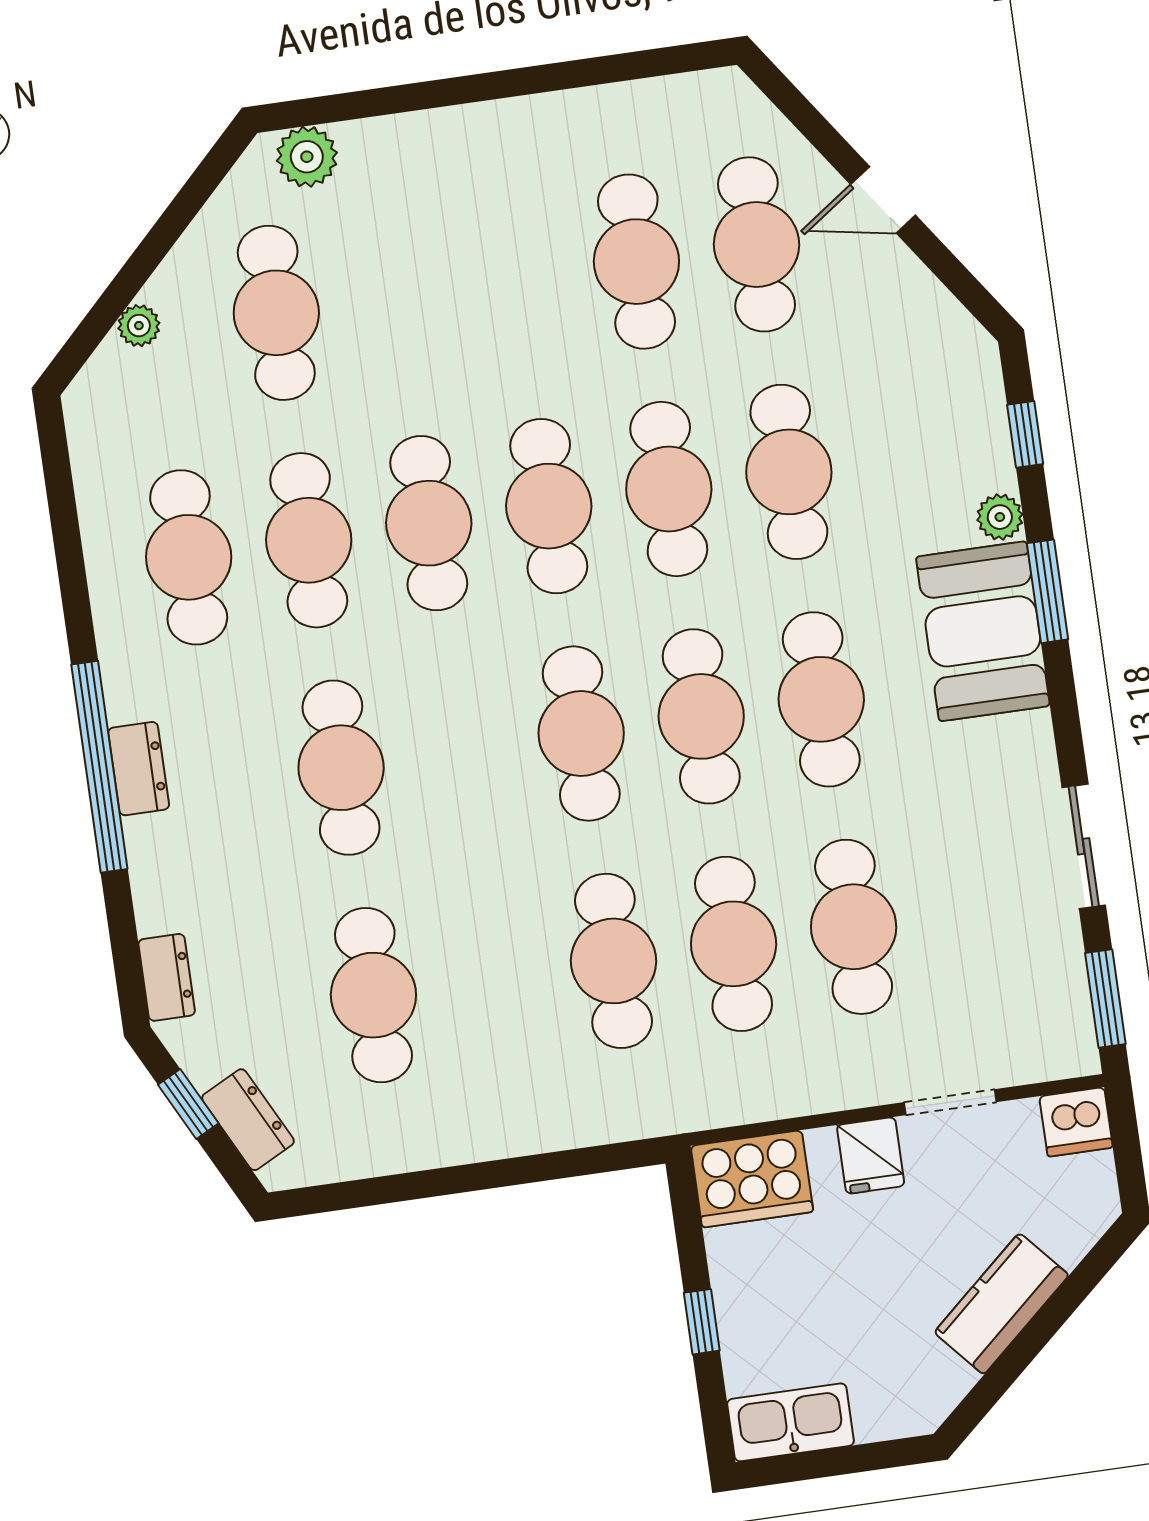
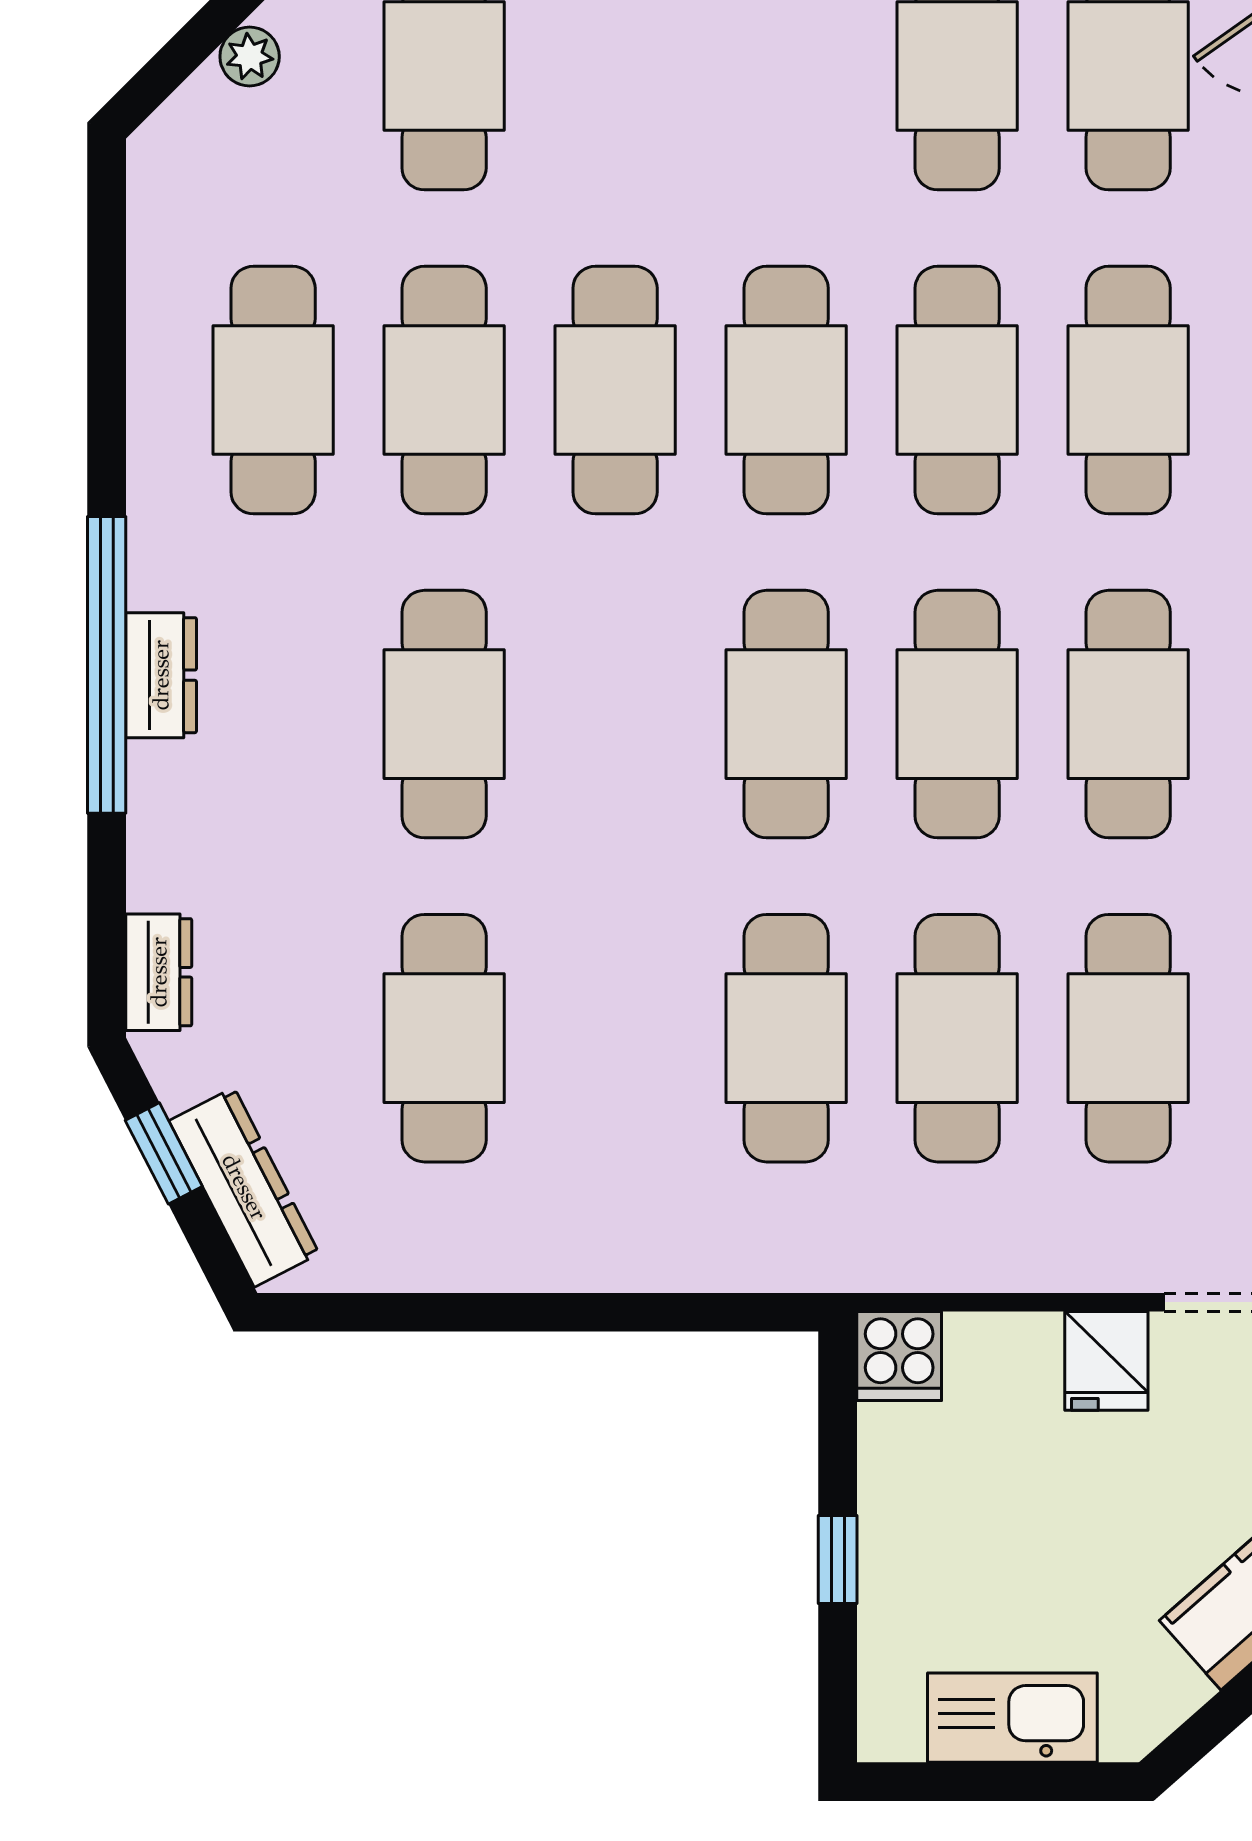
dresser: (248, 1120) -> (244, 1187), width x1.44
cooker: (752, 1179) -> (899, 1356), width x0.53, depth x0.76
kitchen sink: (791, 1422) -> (1012, 1718), moved

